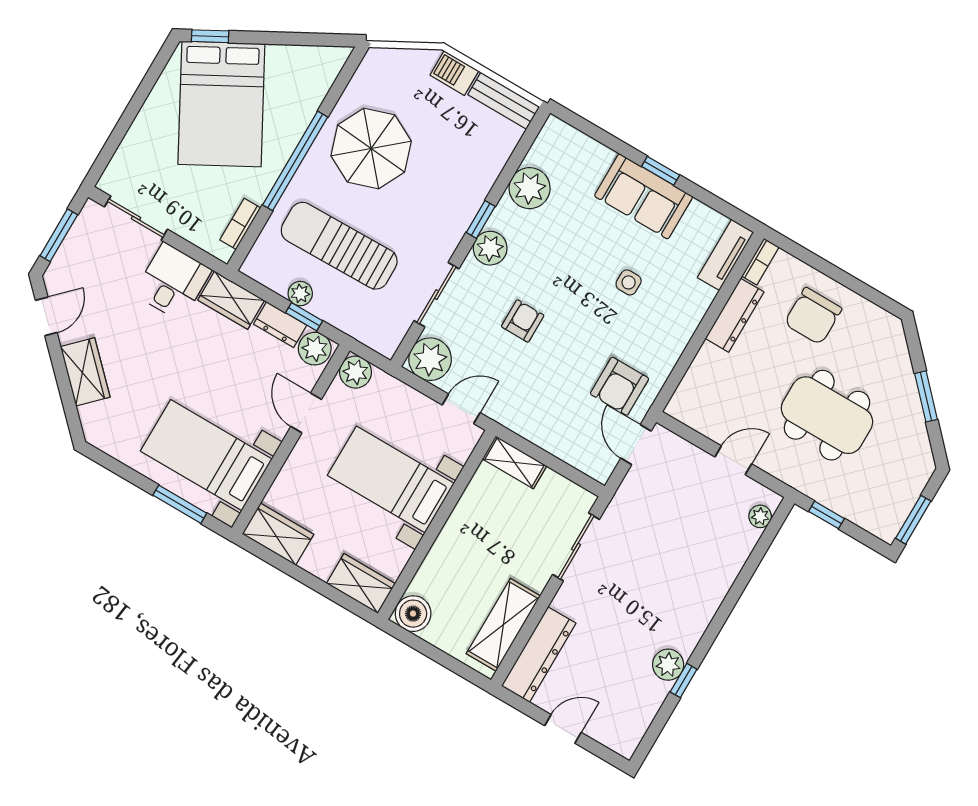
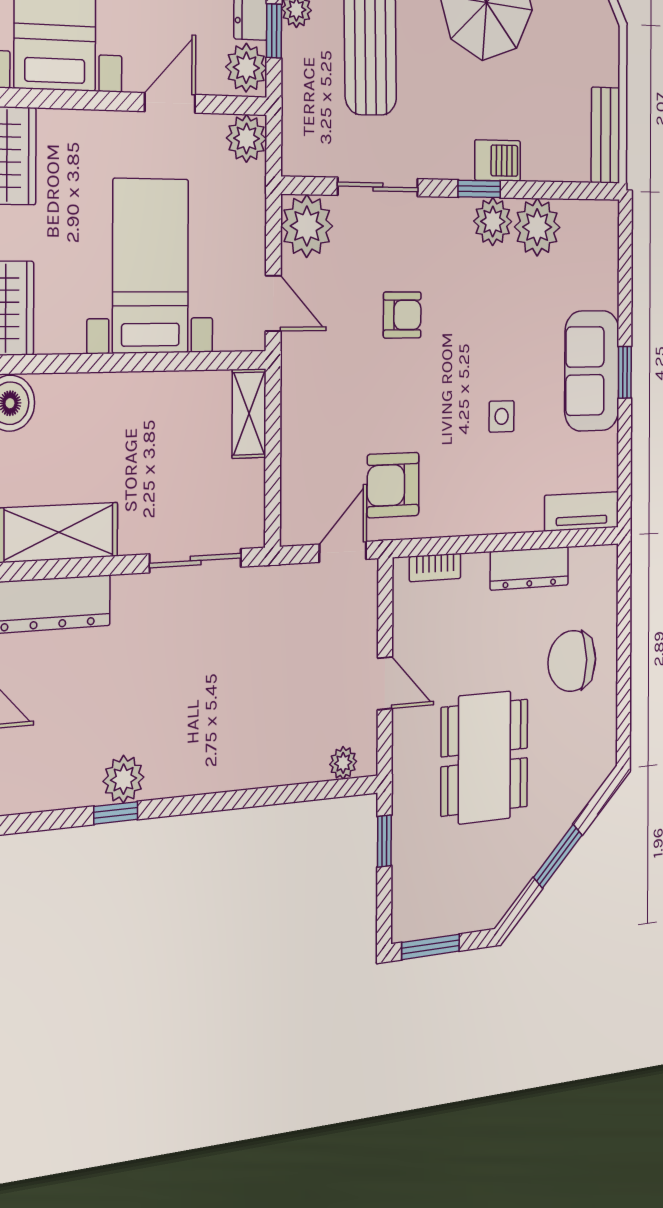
barbecue: (454, 73) -> (498, 160), moved, turned 90
plant: (490, 248) -> (493, 221), moved
bookcase: (760, 262) -> (435, 567), moved

